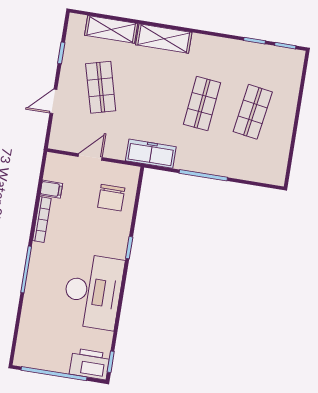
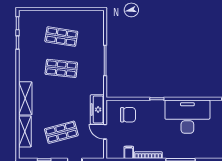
freezer: (151, 154) -> (97, 109), moved

